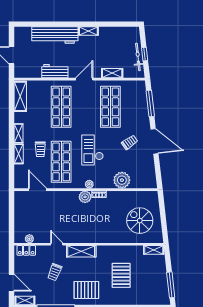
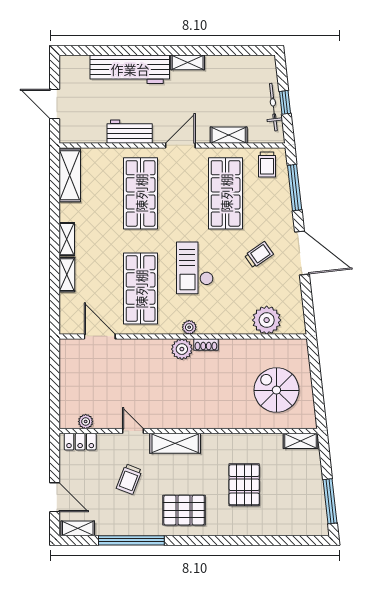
trolley: (40, 149) -> (267, 164), moved
plant: (122, 180) -> (267, 320), moved

